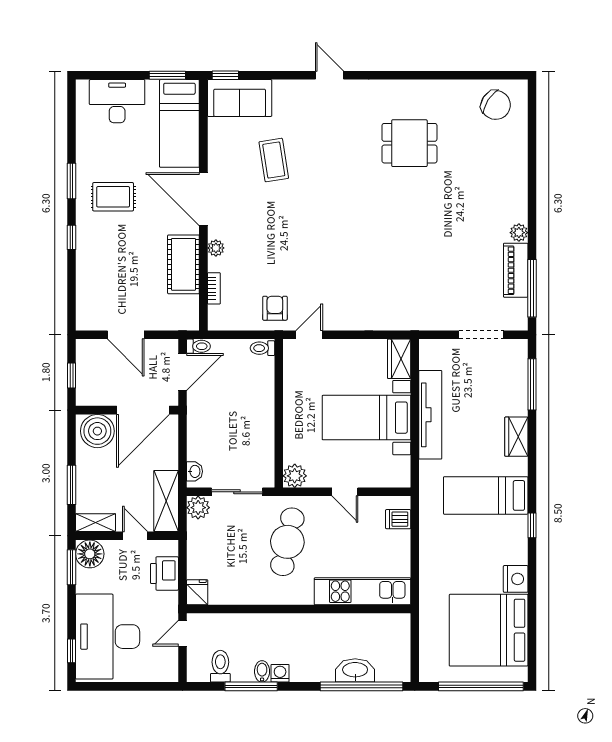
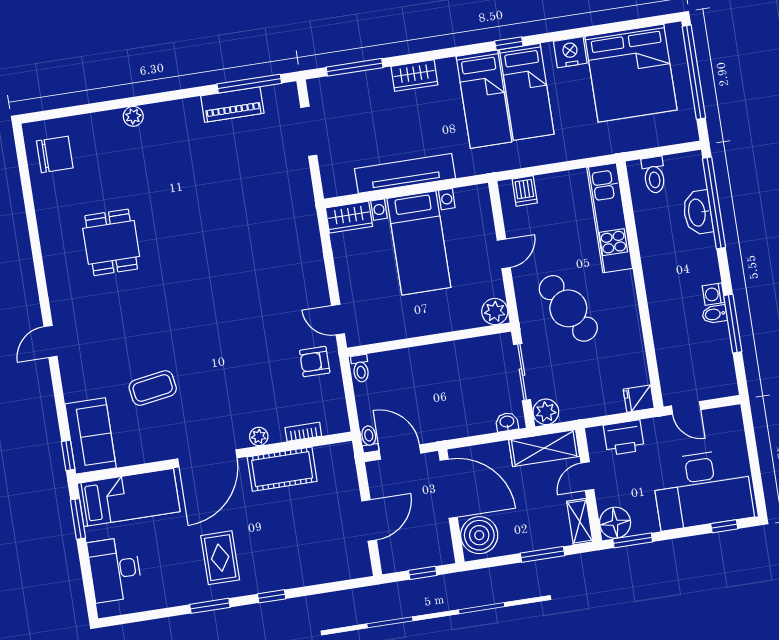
chair: (496, 105) -> (55, 154), turned 57
plant: (519, 233) -> (133, 116), moved
bed: (486, 535) -> (527, 92), added
cafe table: (287, 542) -> (568, 308), turned 48
toilet: (220, 666) -> (654, 175), moved, turned -90

